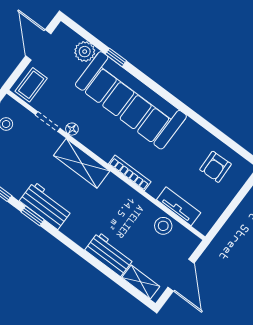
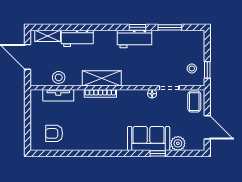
sofa: (131, 100) -> (149, 139), width x0.54, depth x0.79
shelving: (82, 163) -> (102, 78), moved
armchair: (216, 167) -> (54, 133), turned -88

